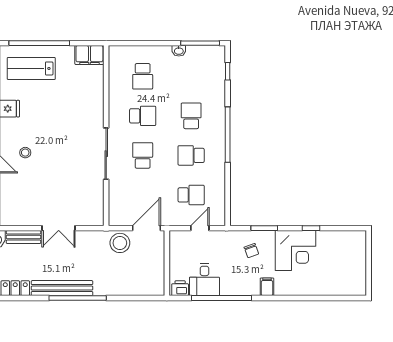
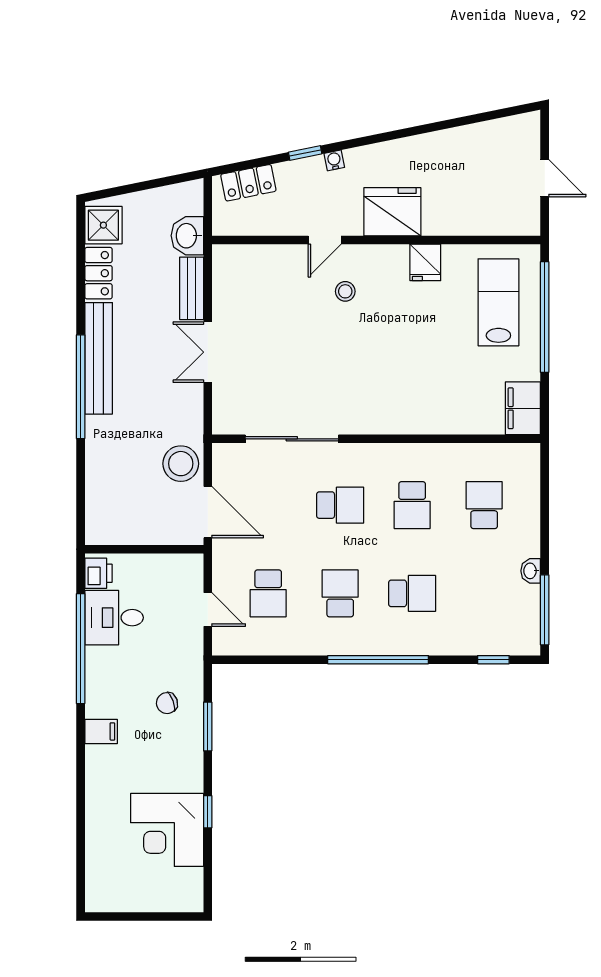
school desk: (143, 76) -> (484, 505), turned 90
sliding door: (106, 154) -> (292, 439), moved
corner desk: (295, 250) -> (167, 830), moved

